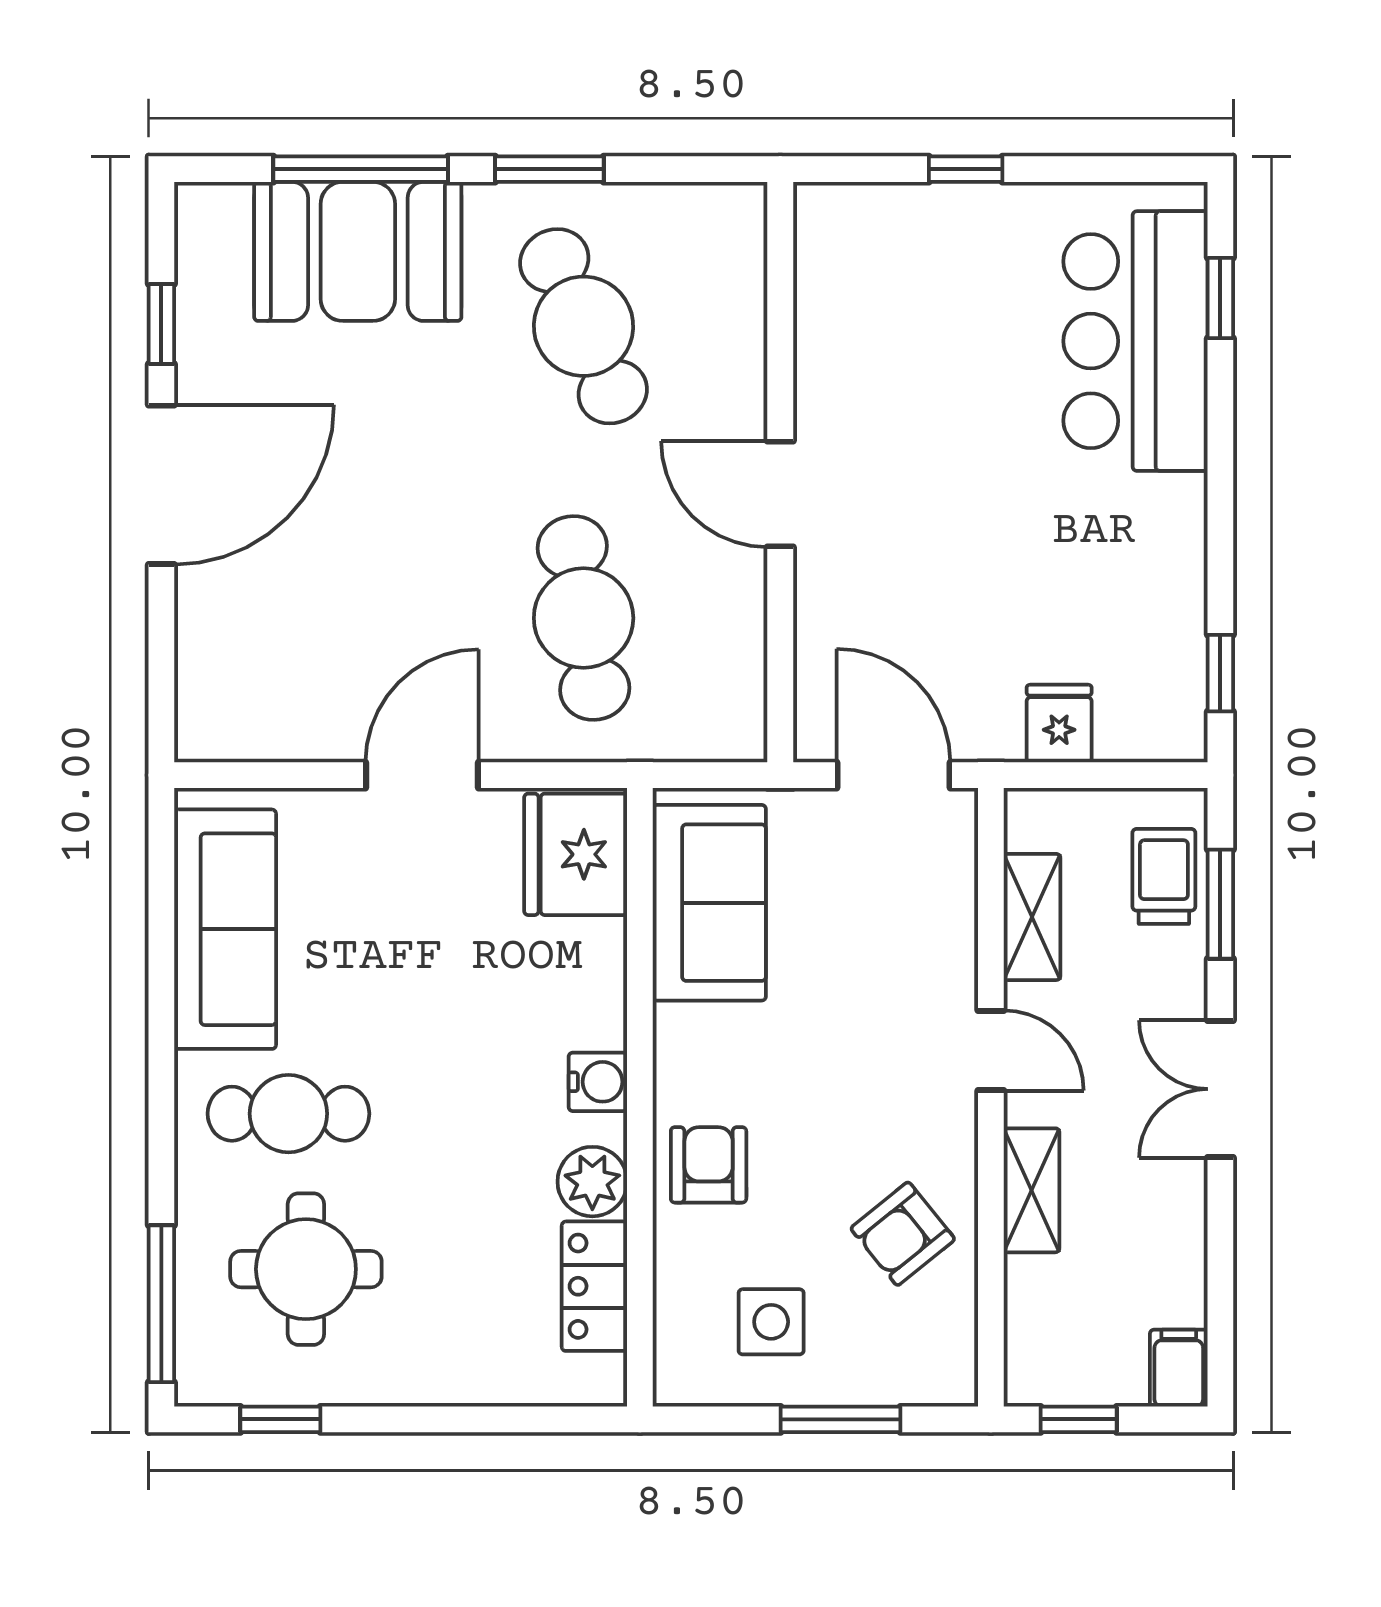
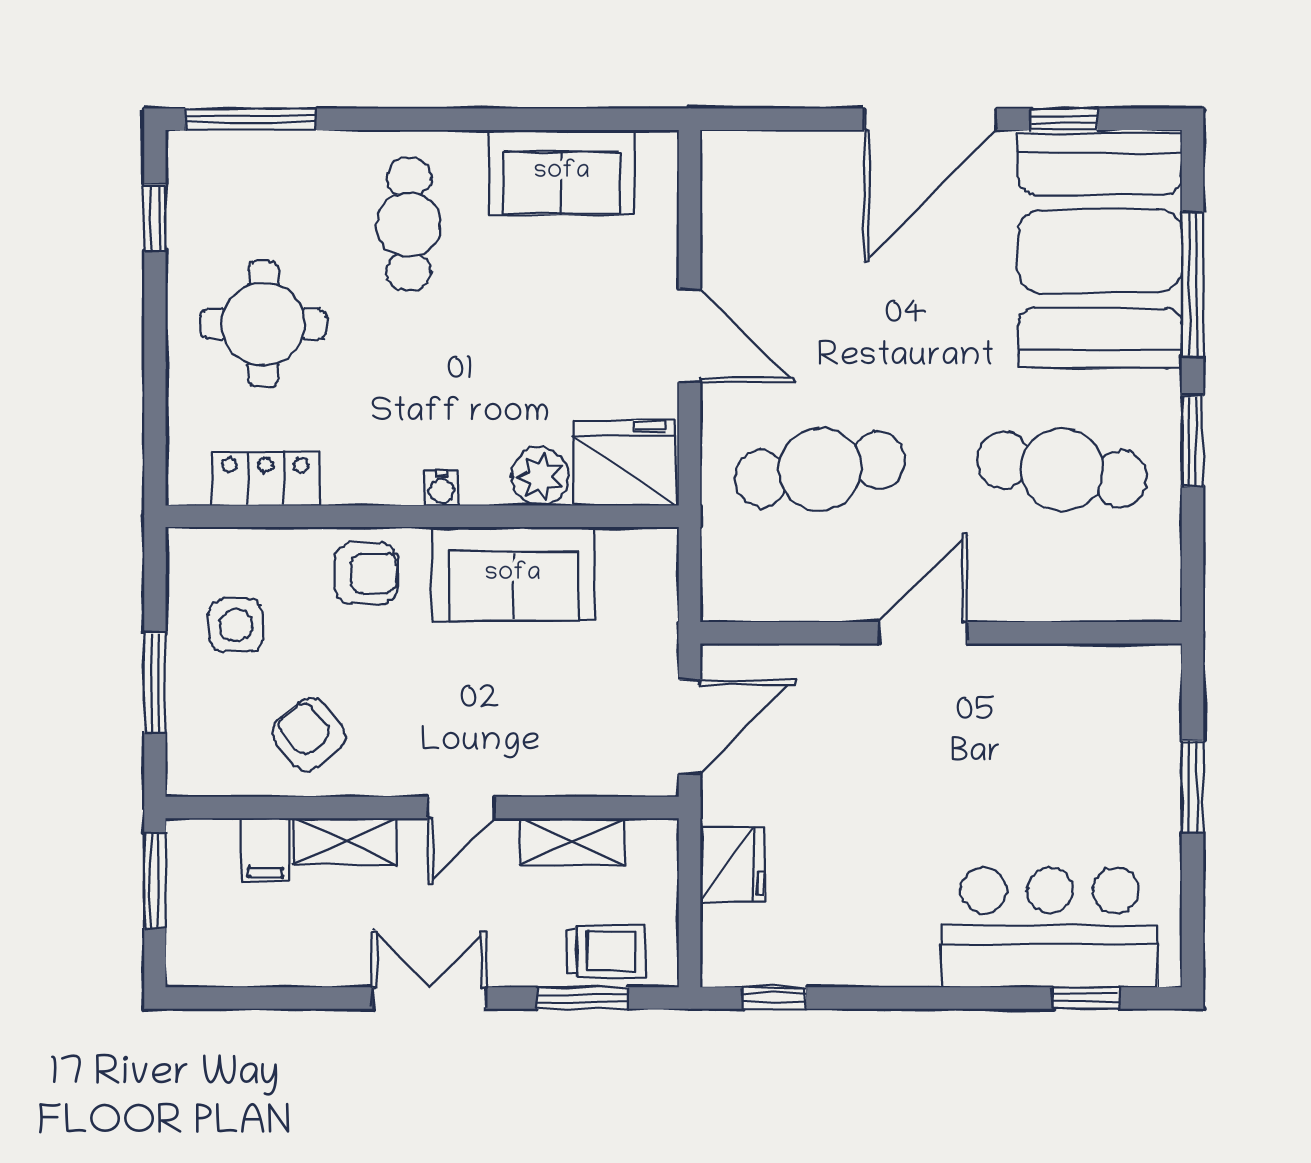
window: (966, 169) -> (1193, 787), width x1.50
booth: (358, 251) -> (1100, 251), width x1.36, depth x1.42
cafe table: (584, 326) -> (1062, 469), turned 33
door: (161, 485) -> (931, 119), hinge flipped
fridge: (1059, 724) -> (732, 864), width x1.38
sofa: (709, 903) -> (513, 574), moved
sofa: (225, 929) -> (562, 172), width x0.73
water cooler: (598, 1082) -> (442, 488), width x0.72, depth x0.72
plant: (592, 1182) -> (540, 477), moved
round table: (306, 1269) -> (263, 324), moved
filing cabinet: (1179, 1368) -> (265, 850), moved, turned 90
window: (1079, 1419) -> (155, 880), width x1.50

